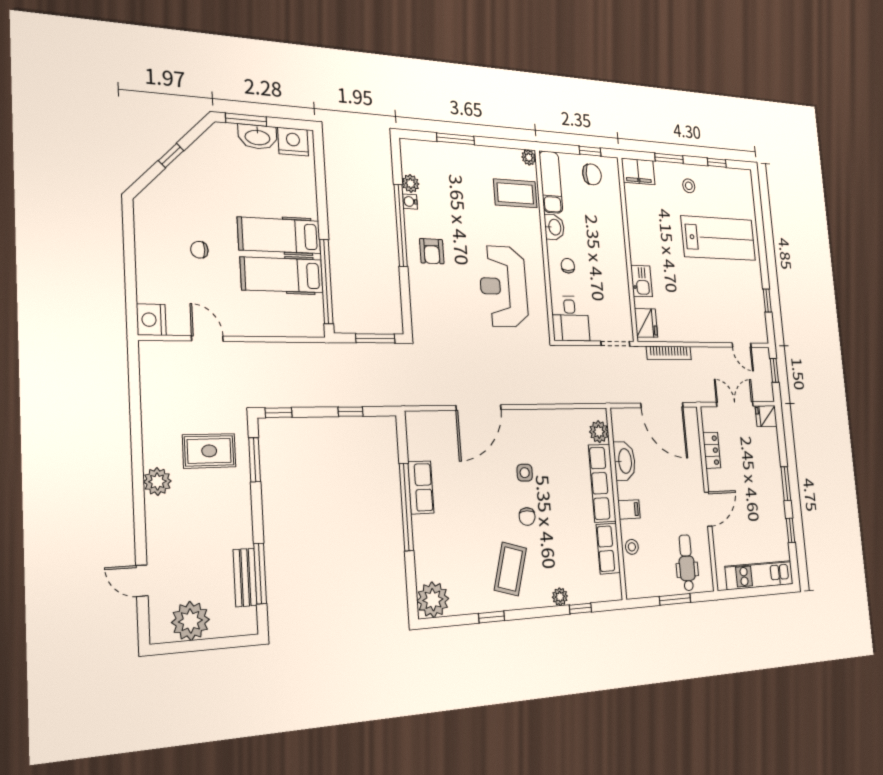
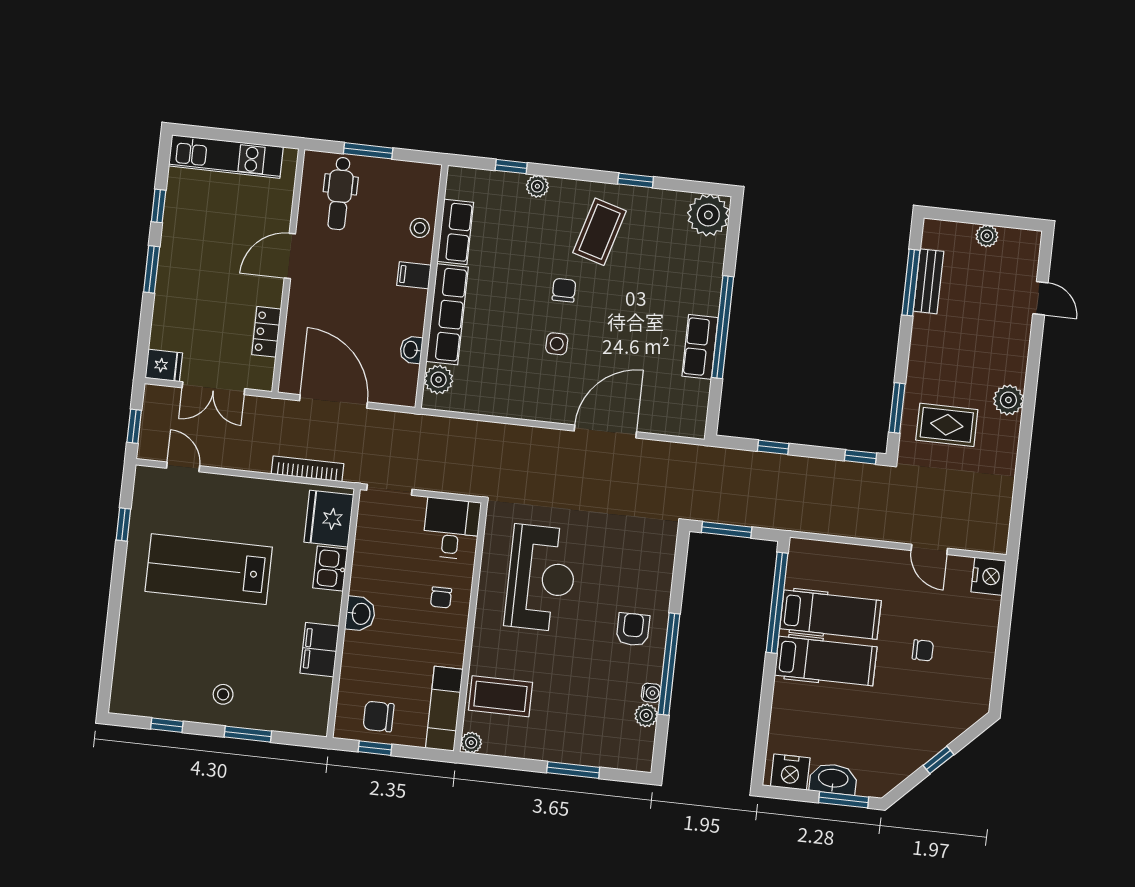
filing cabinet: (638, 171) -> (320, 650), moved, turned -90
washbasin: (554, 227) -> (360, 614), moved, turned 180
lab bench: (718, 238) -> (209, 569), moved
fridge: (646, 323) -> (329, 519), width x1.36, depth x1.34
washbasin: (624, 461) -> (411, 350), width x0.52, depth x0.69
plant: (190, 621) -> (987, 236), width x0.53, depth x0.53

